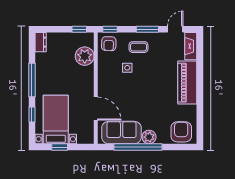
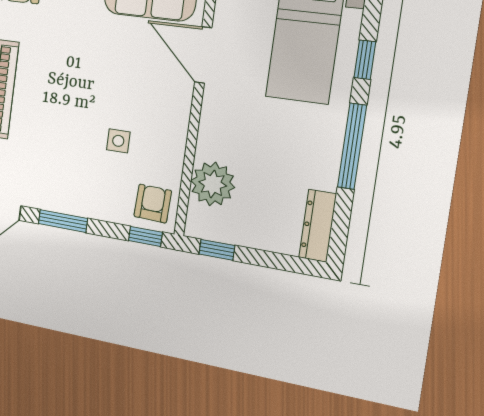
dresser: (41, 42) -> (318, 226), width x1.44
coffee table: (138, 47) -> (87, 184), removed

